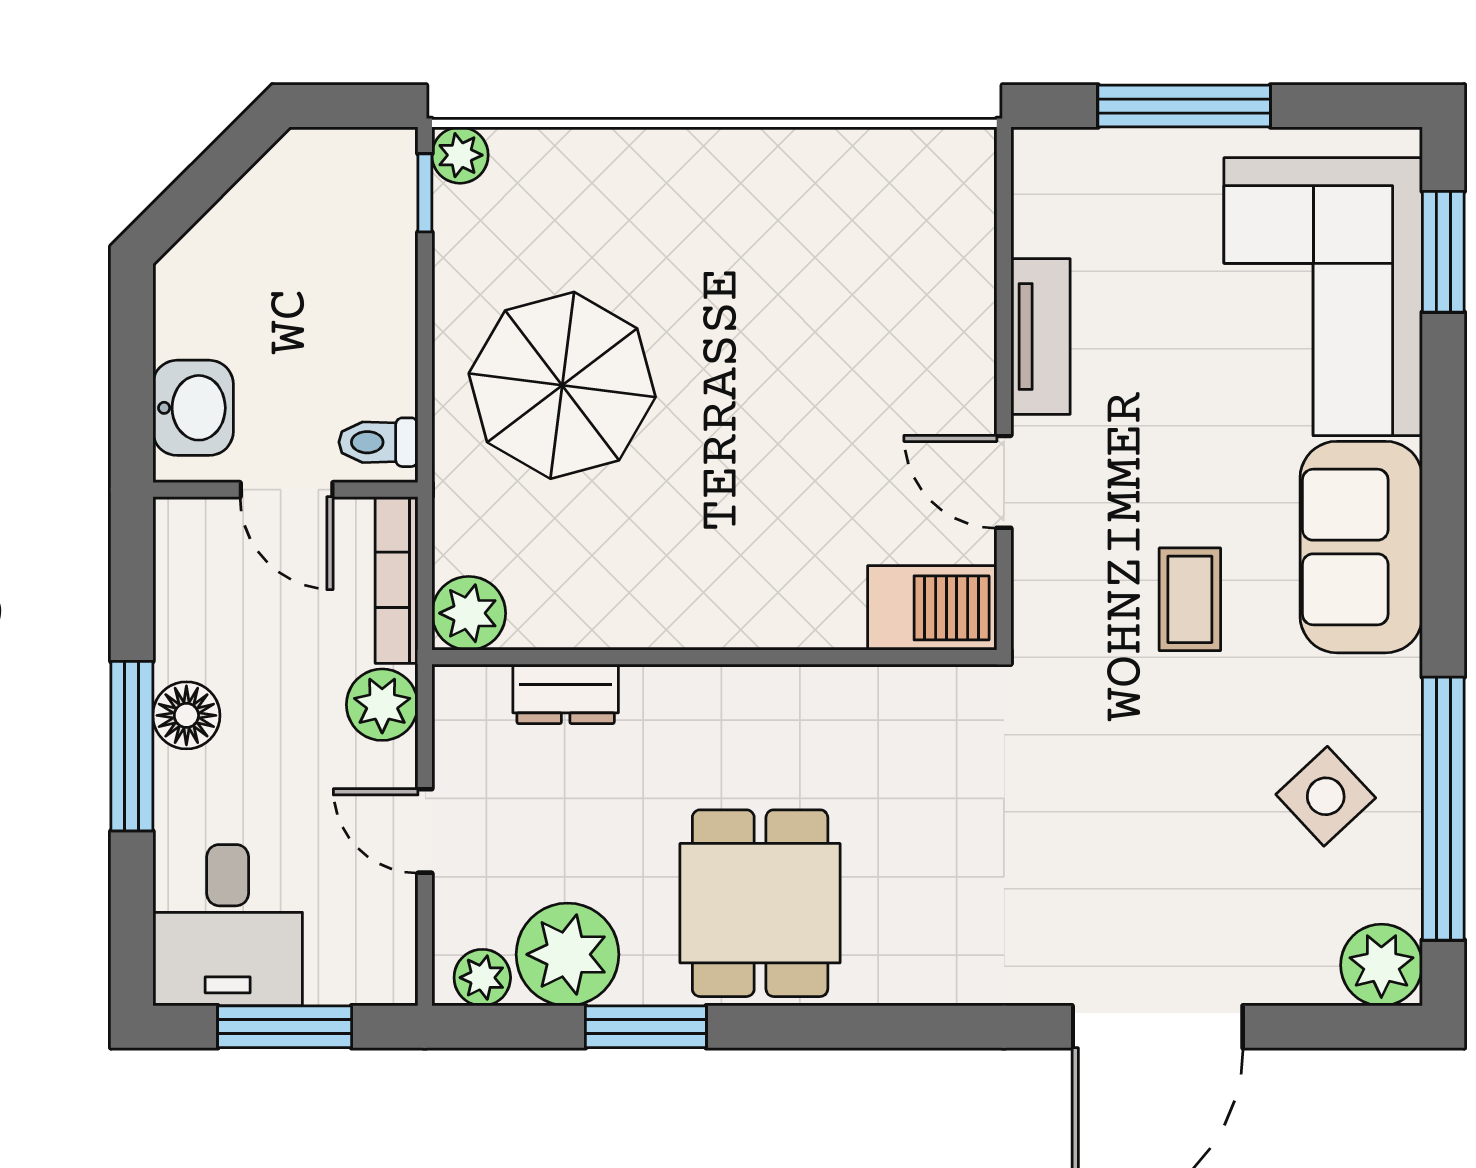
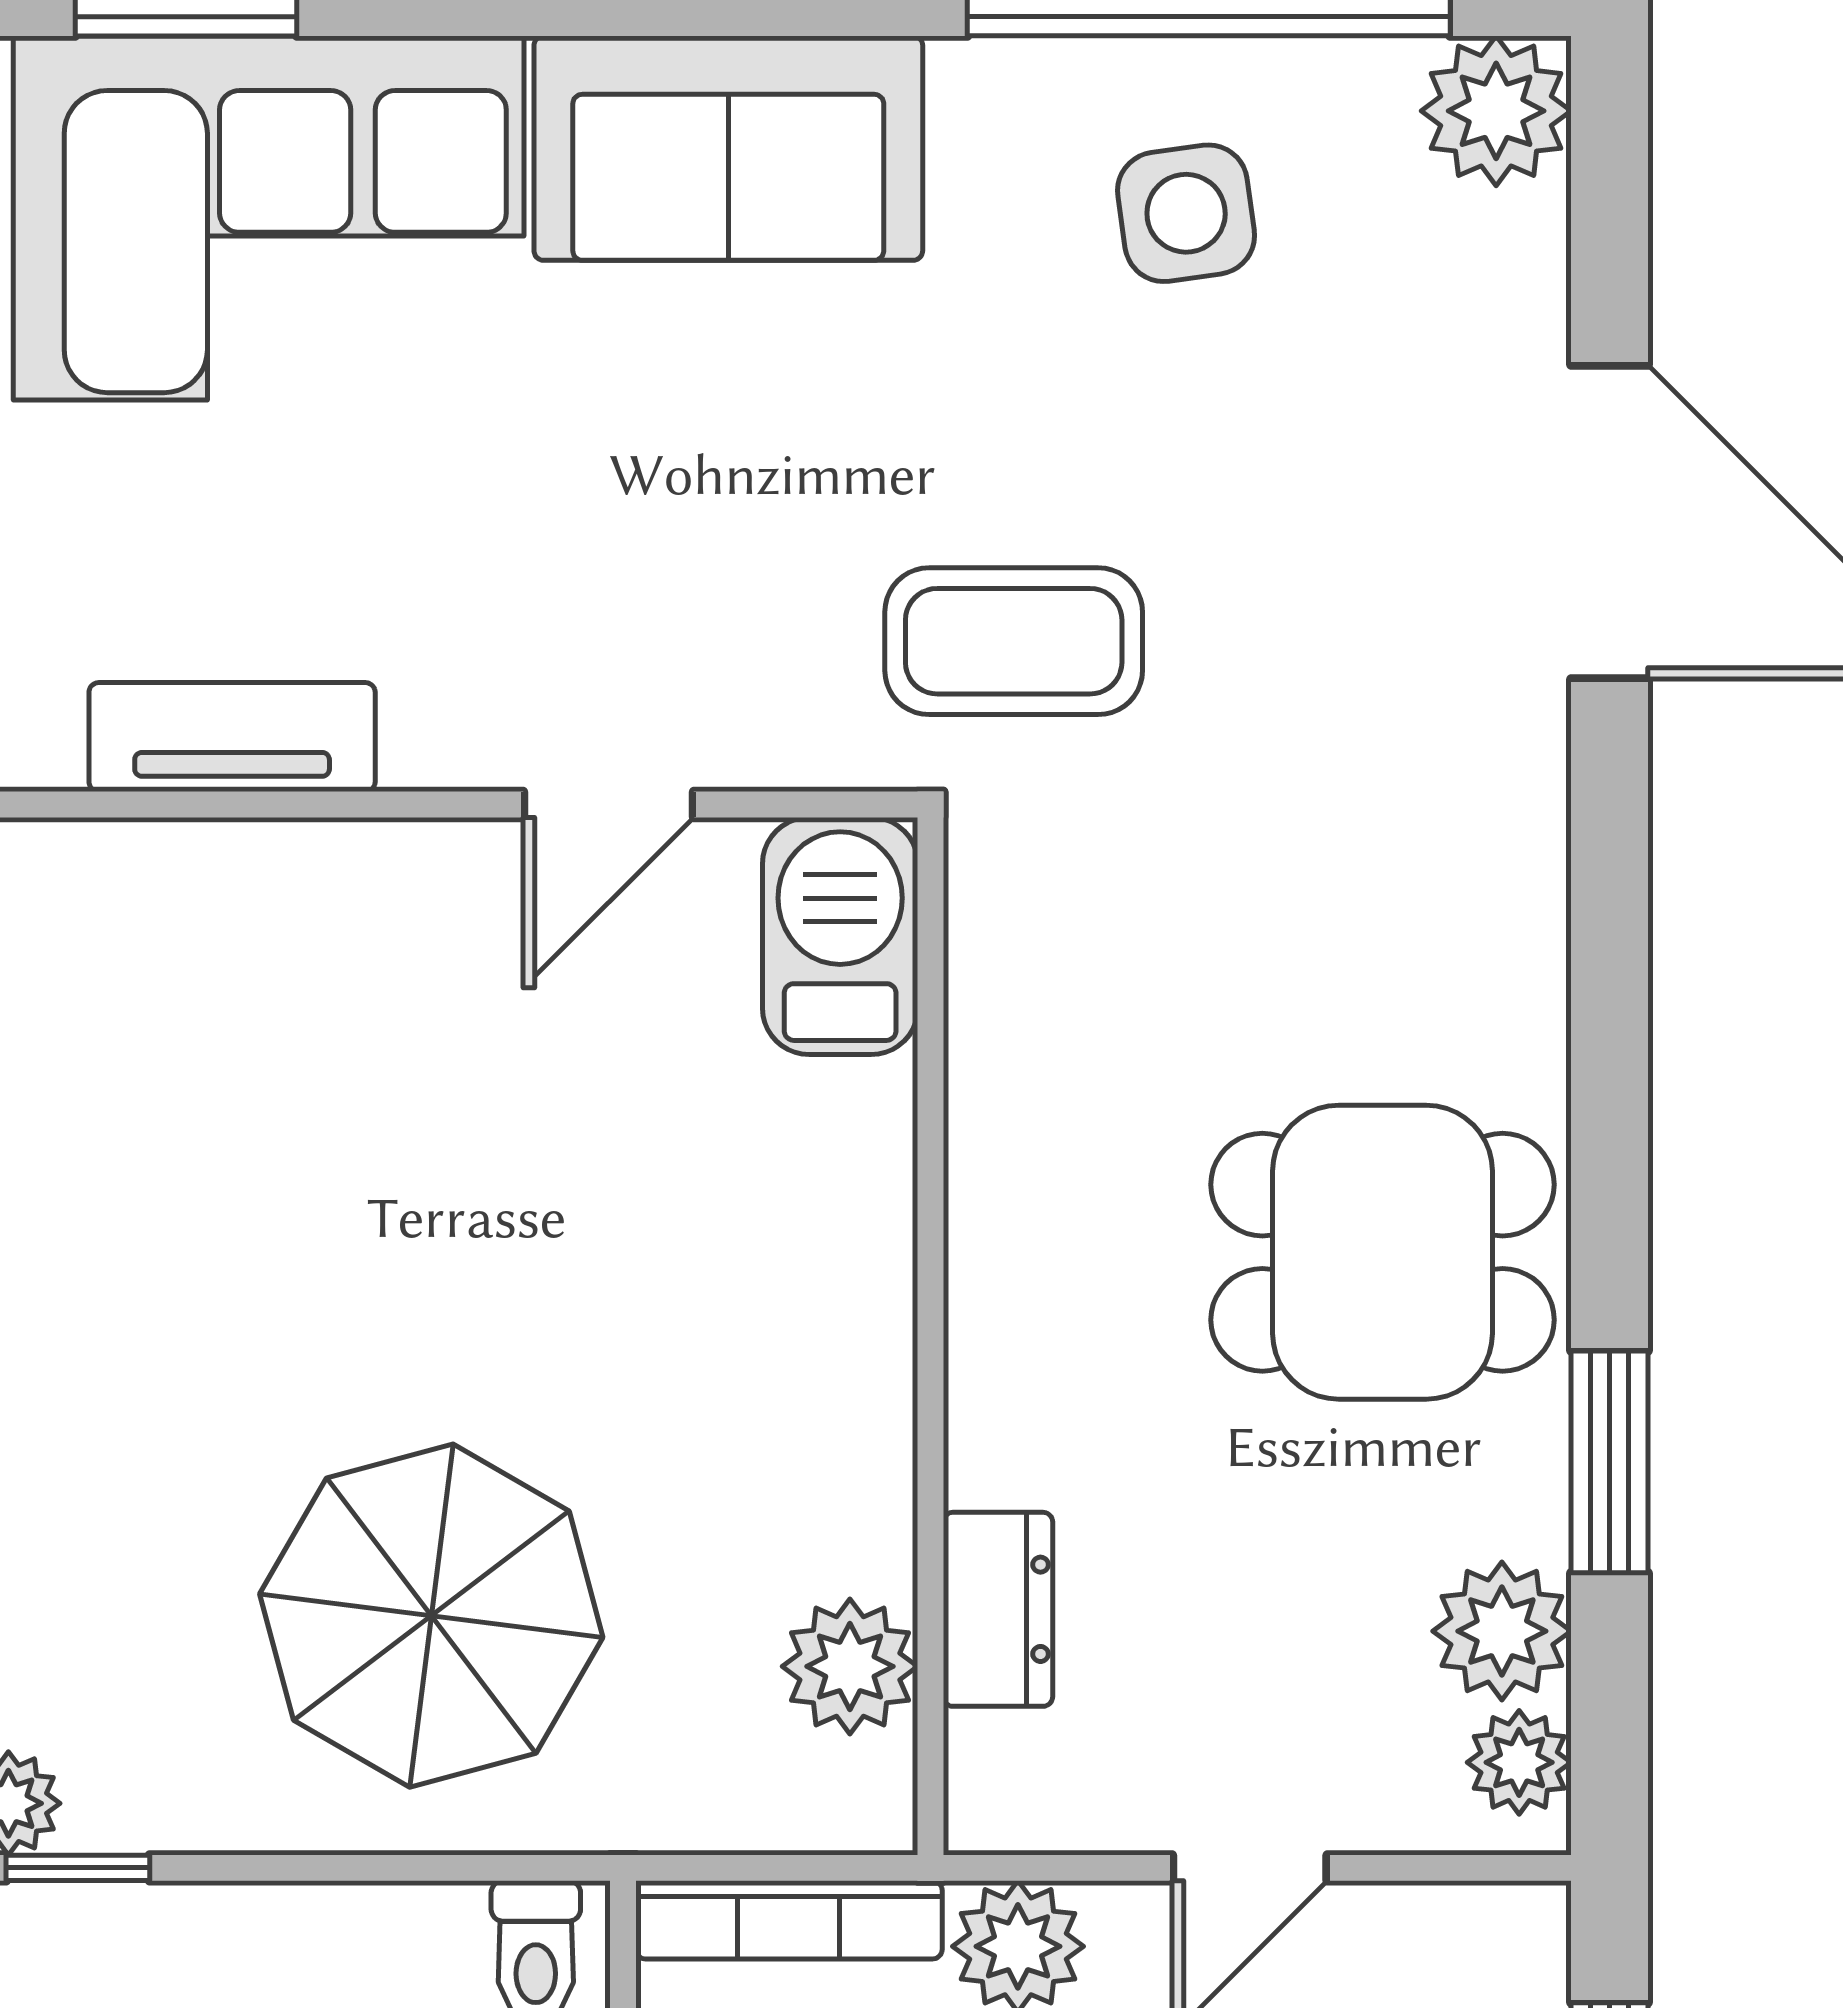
tv unit: (1041, 337) -> (232, 737), moved
coffee table: (1190, 599) -> (1014, 641), moved, width x1.36, depth x1.30
plant: (469, 613) -> (850, 1666), moved
side table: (1326, 796) -> (1186, 213), turned 35
plant: (568, 954) -> (1502, 1631), width x0.73, depth x0.73

